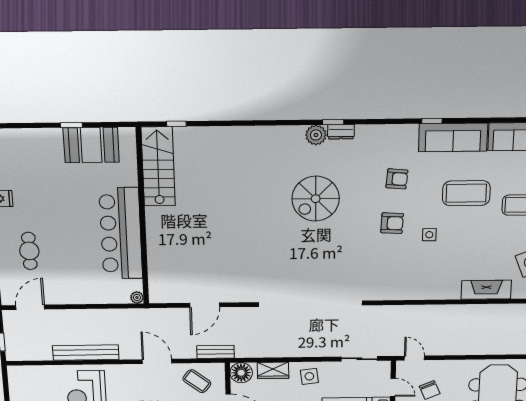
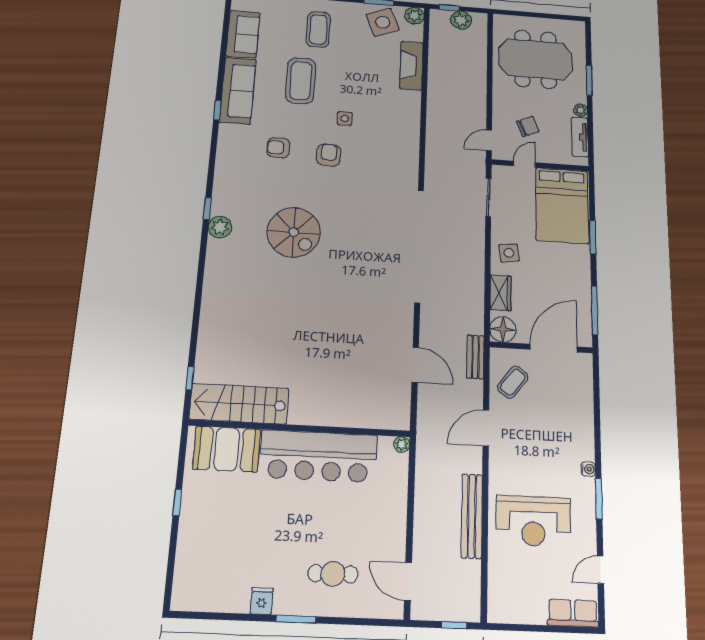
dresser: (341, 132) -> (219, 201), removed
booth: (91, 145) -> (227, 449), moved, turned 90
armchair: (397, 179) -> (278, 148), turned -95

